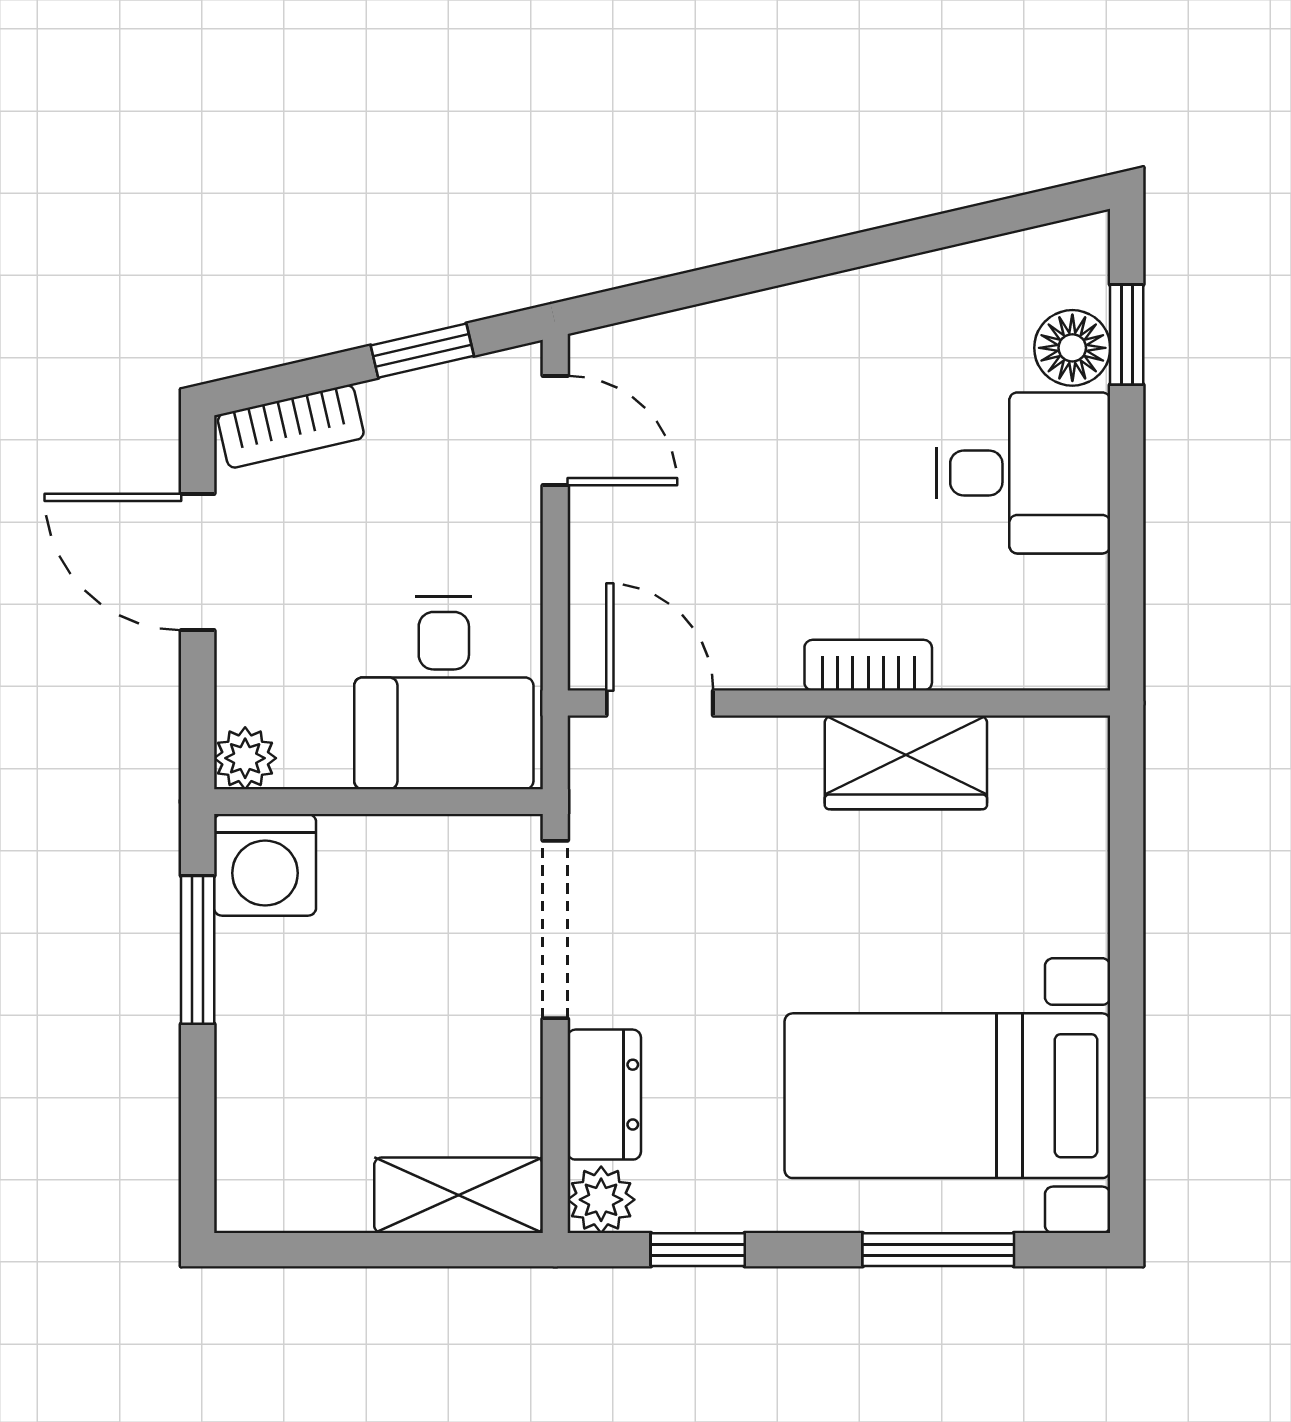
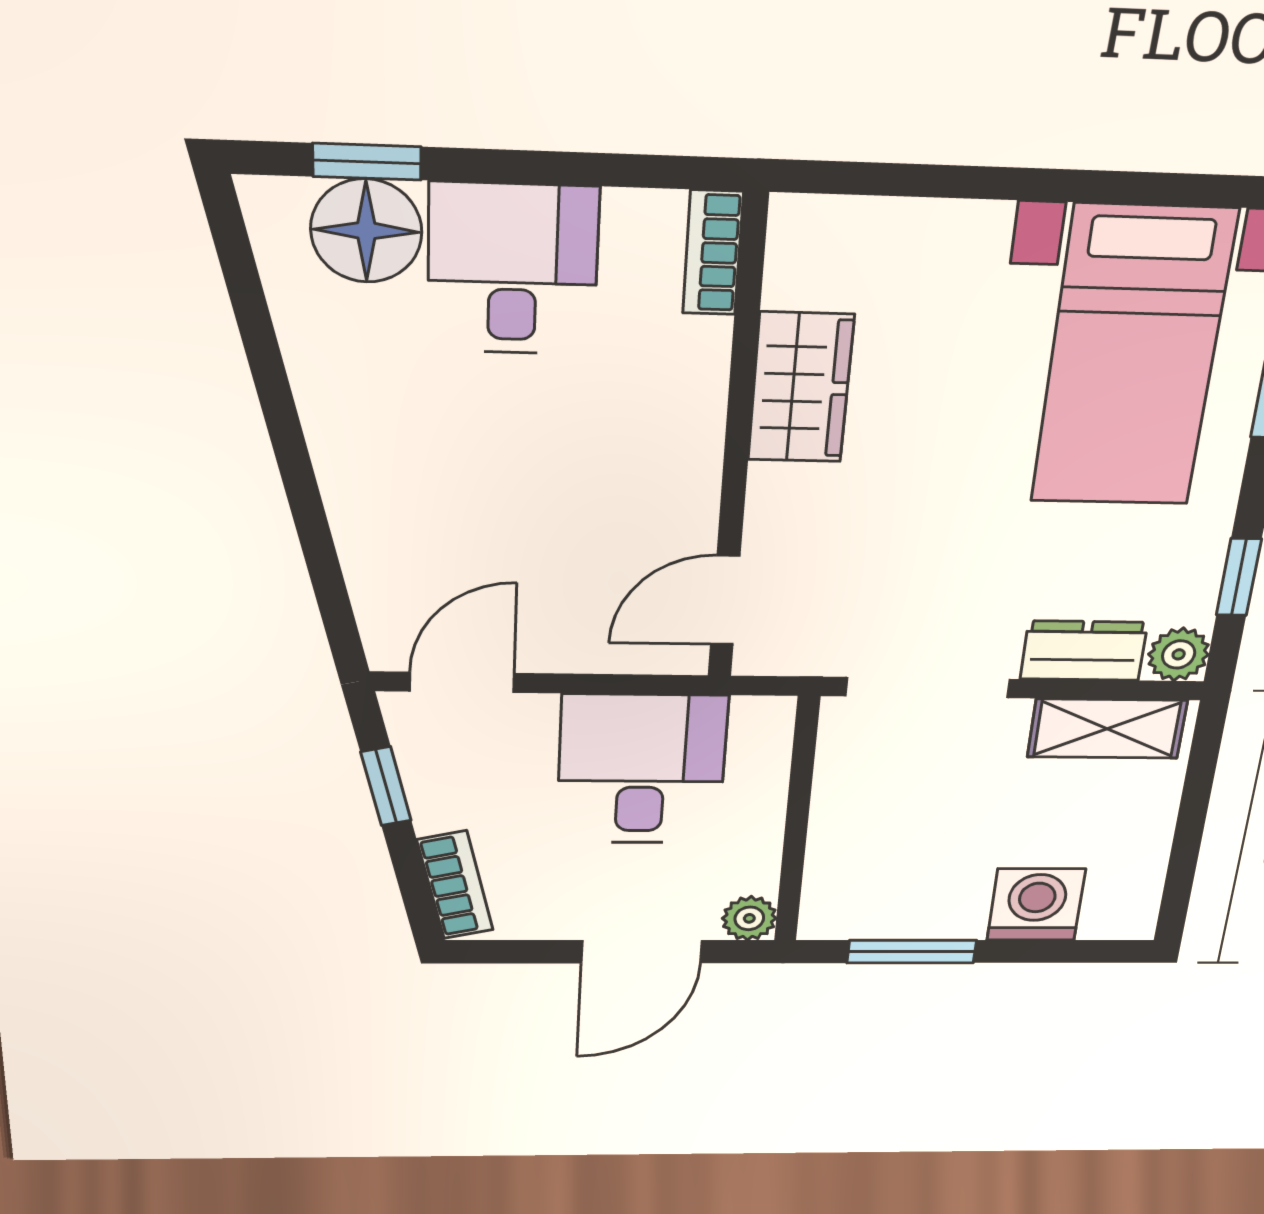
floor lamp: (1072, 348) -> (366, 231), width x1.38, depth x1.38
door: (198, 562) -> (642, 952), moved
bookcase: (868, 665) -> (713, 253), moved
desk: (444, 693) -> (641, 770), moved, turned -90
washing machine: (265, 865) -> (1036, 905), moved, turned -90
shelving: (459, 1195) -> (1107, 729), moved, turned 90

